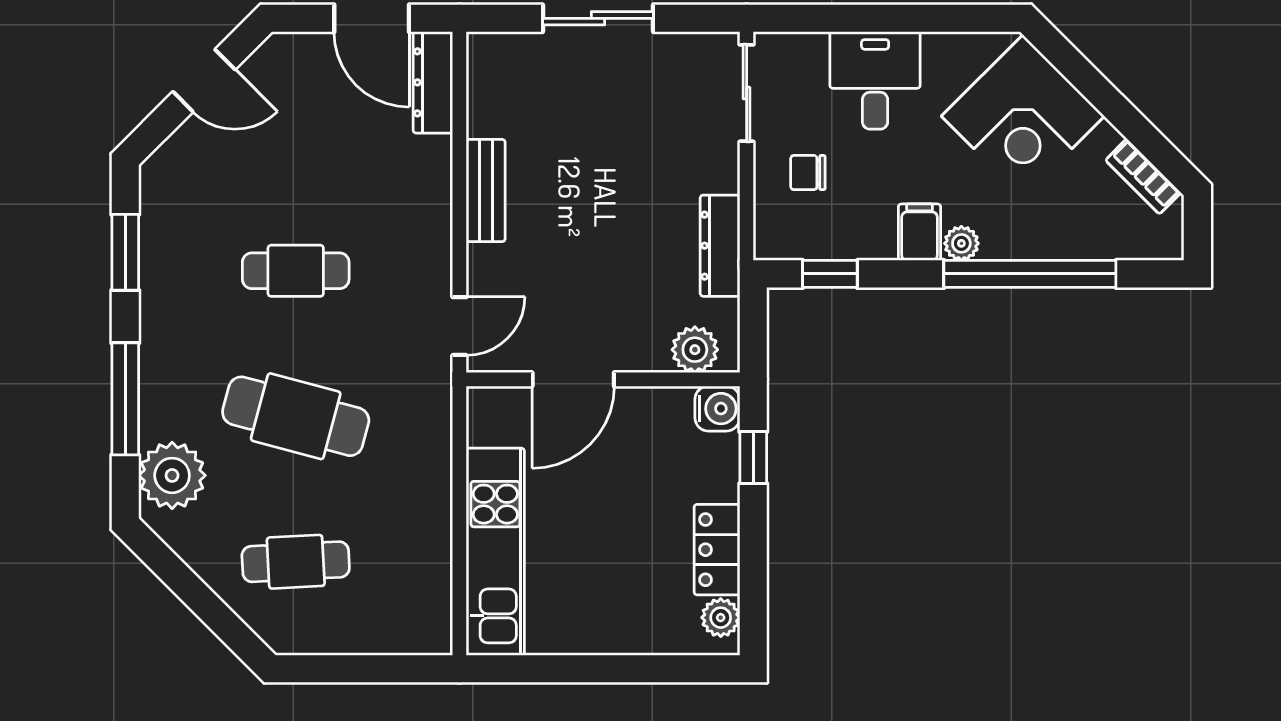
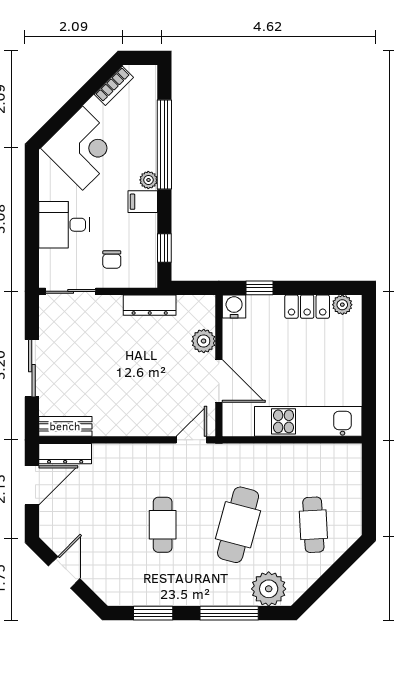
bench: (486, 191) -> (65, 426), moved
door: (459, 326) -> (191, 440), hinge flipped
plant: (695, 350) -> (204, 341), moved

